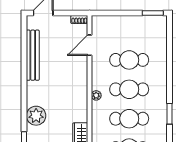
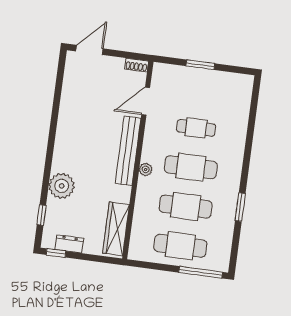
window: (153, 13) -> (200, 65), moved
bench: (33, 55) -> (128, 151), moved
cafe table: (129, 60) -> (196, 128), width x0.73, depth x0.74

